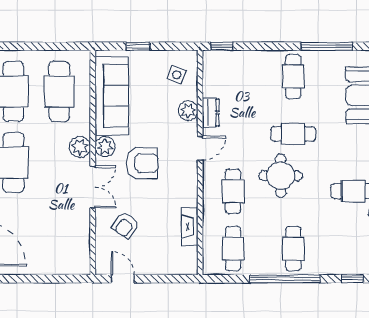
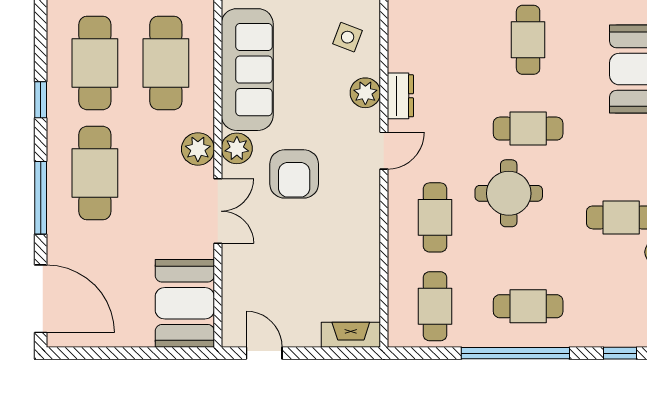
armchair: (142, 163) -> (294, 174), turned 90
armchair: (126, 225) -> (269, 270), removed
fireplace: (190, 227) -> (351, 335), moved, turned 90
booth: (71, 247) -> (185, 303), added
cafe table: (293, 249) -> (528, 306), turned 90

